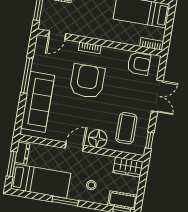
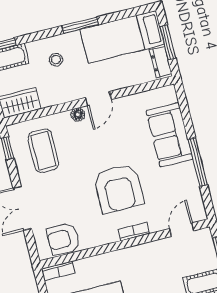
sofa: (38, 102) -> (169, 135), width x0.73
floor lamp: (98, 139) -> (78, 114), width x0.53, depth x0.53

